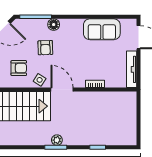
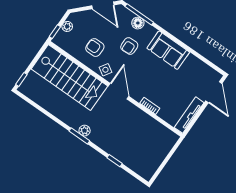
floor lamp: (54, 25) -> (138, 23), moved
sofa: (102, 29) -> (168, 50), moved
armchair: (19, 68) -> (95, 48), turned 180

